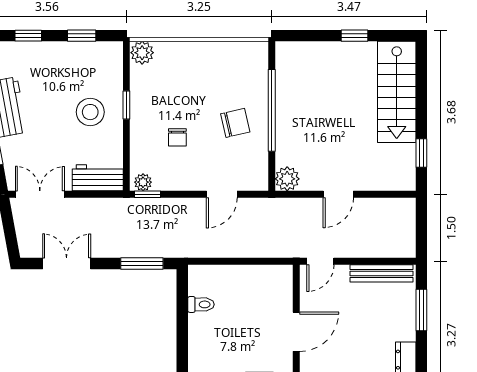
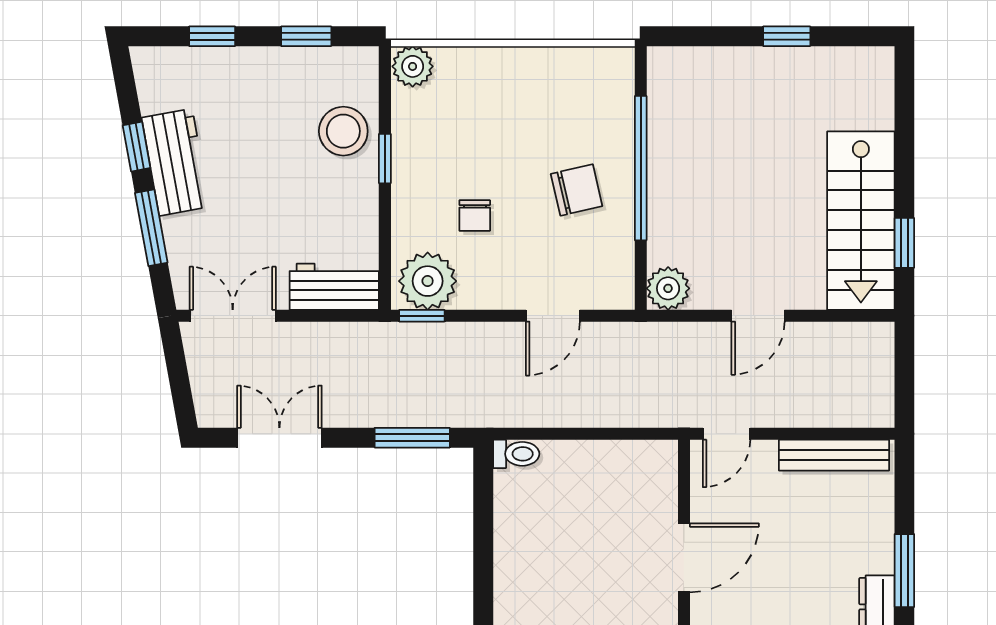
stairs: (397, 92) -> (861, 221), moved
stool: (90, 112) -> (343, 131), moved
plant: (143, 182) -> (428, 281), width x1.87, depth x1.87
toilet: (201, 304) -> (516, 454), moved
window: (421, 310) -> (904, 571), moved

